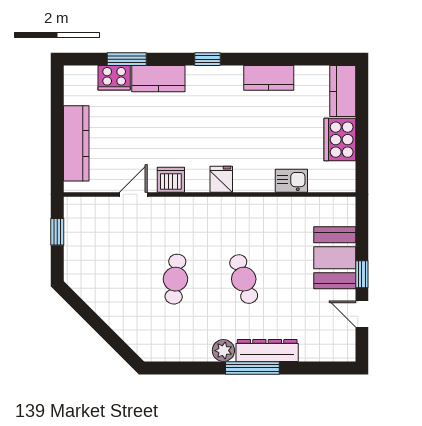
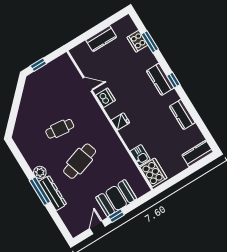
kitchen counter: (158, 79) -> (160, 79), moved
cooker: (340, 140) -> (153, 173), moved, turned 90
kitchen counter: (76, 143) -> (101, 39), width x0.67
window: (57, 232) -> (38, 65), moved
cafe table: (244, 279) -> (80, 161), width x1.37, depth x1.35

